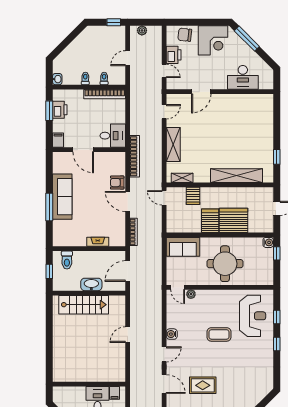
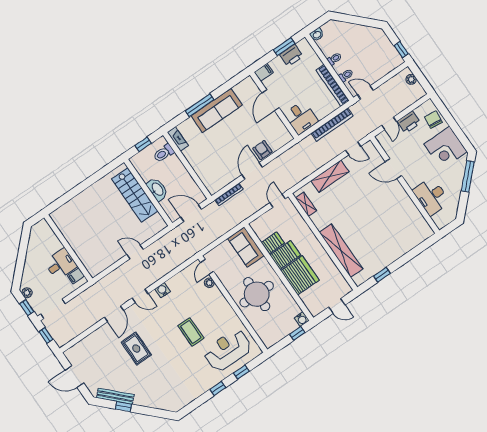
door: (128, 58) -> (365, 92), moved
bookcase: (135, 156) -> (332, 125), moved
server rack: (193, 196) -> (273, 243), moved, turned 180
fireplace: (98, 242) -> (178, 139), moved
reception desk: (253, 316) -> (228, 350), turned 180

